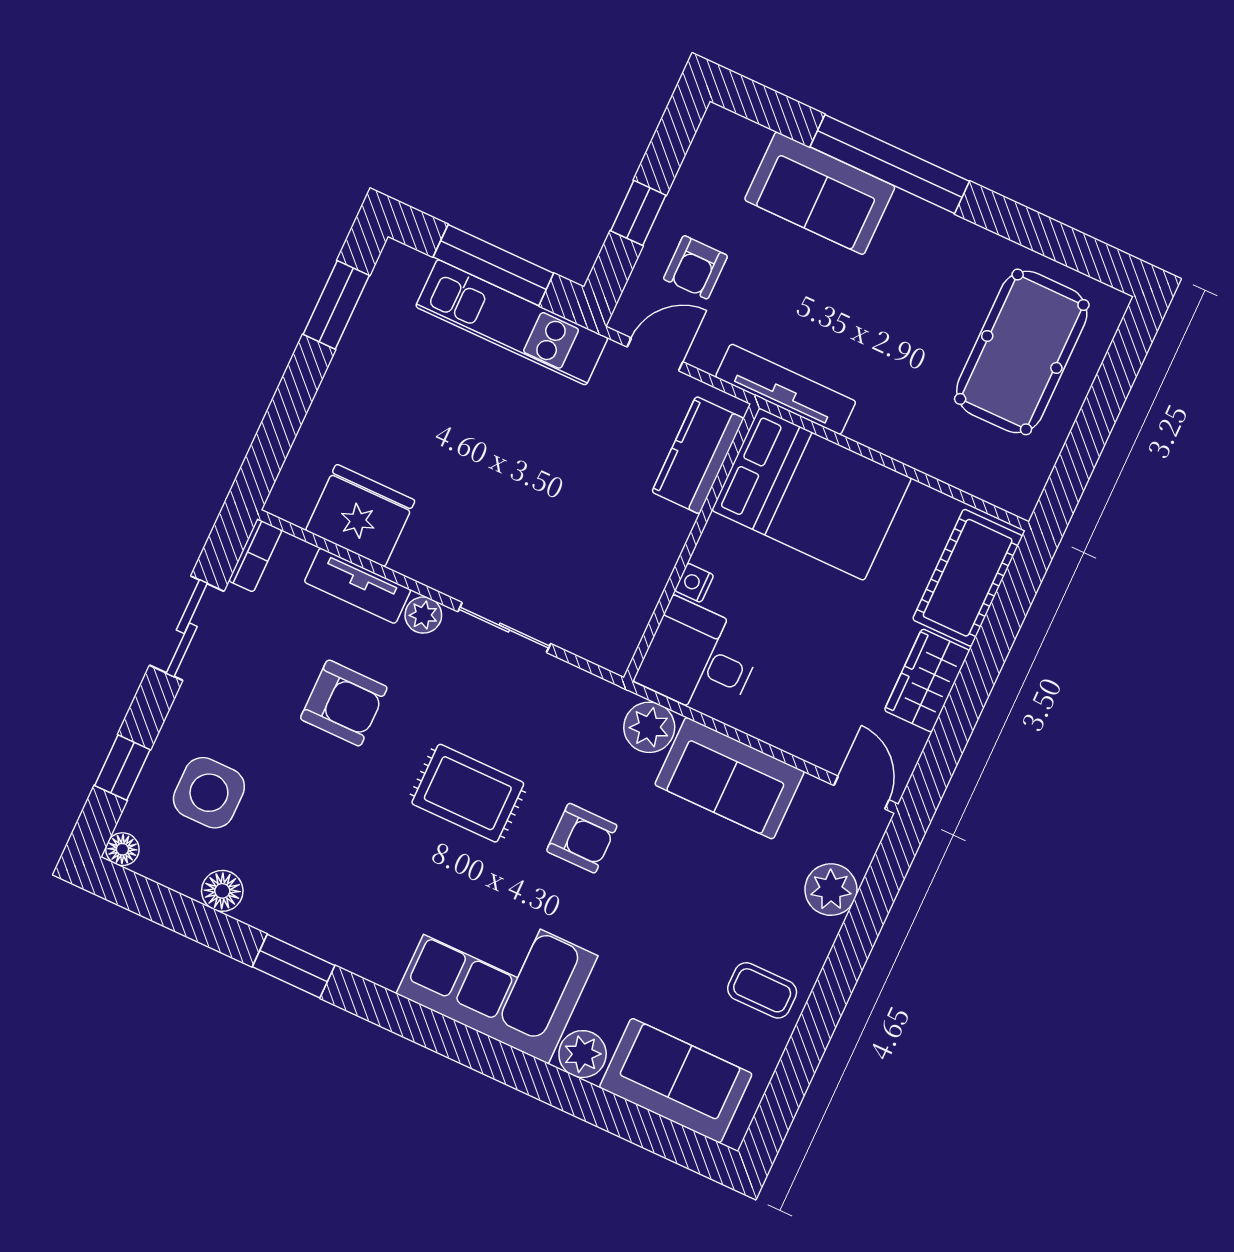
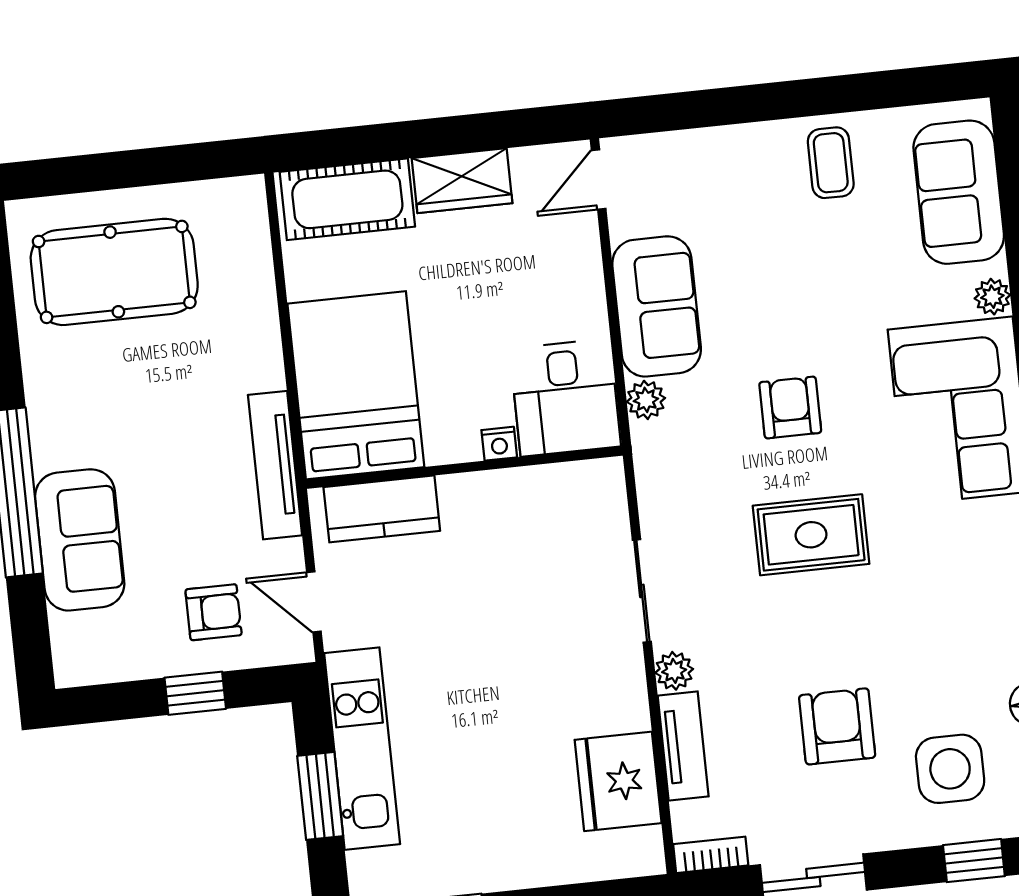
window: (493, 265) -> (320, 796), width x0.69
armchair: (344, 703) -> (837, 726), moved
plant: (649, 727) -> (646, 400), width x0.73, depth x0.73
rug: (468, 793) -> (811, 535), turned 90
plant: (831, 890) -> (703, 155), removed
plant: (583, 1054) -> (992, 297), width x0.73, depth x0.73

